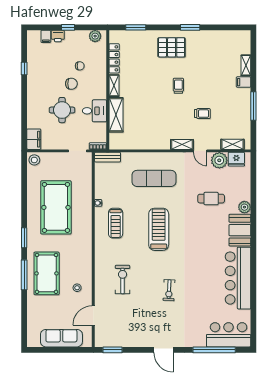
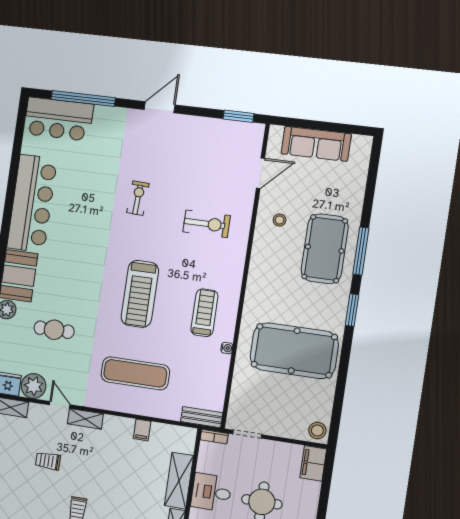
filing cabinet: (144, 143) -> (142, 430), added
pool table: (56, 207) -> (294, 351), turned 90
exercise bike: (123, 280) -> (207, 224), turned -90
door: (164, 350) -> (160, 107), hinge flipped

